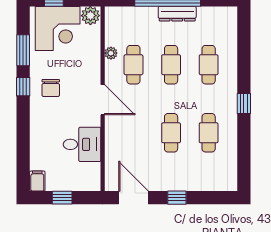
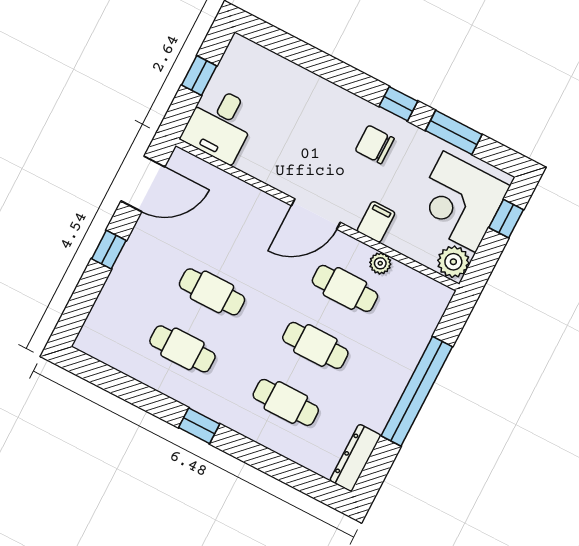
dresser: (177, 14) -> (355, 458), moved
desk: (82, 144) -> (220, 124), moved
filing cabinet: (37, 181) -> (376, 222), moved, turned -90

